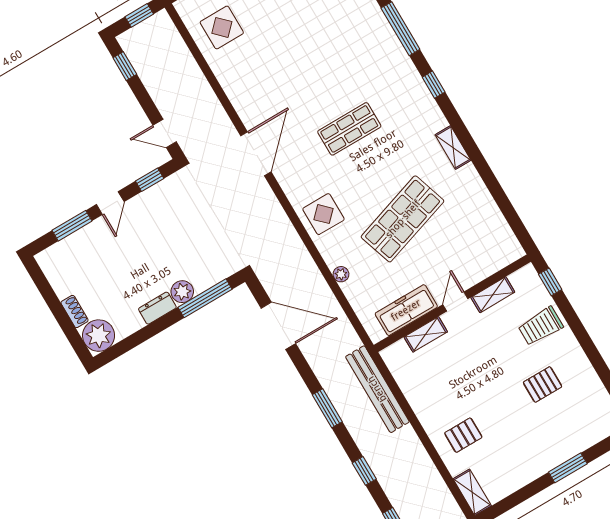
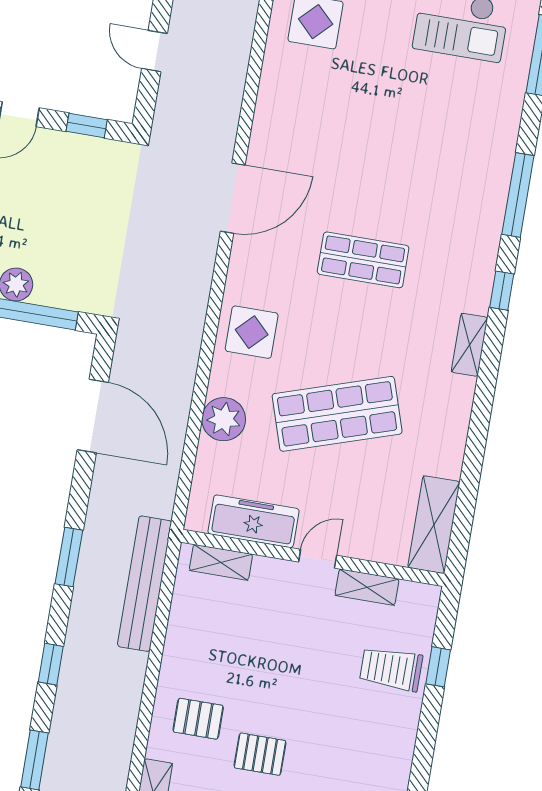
door: (165, 134) -> (154, 51), moved
shelving: (453, 148) -> (469, 345), moved
shelving: (500, 234) -> (434, 525), added
plant: (341, 274) -> (224, 419), width x1.87, depth x1.87
window: (550, 282) -> (438, 667), moved
shelving: (426, 334) -> (221, 562), moved
pallet: (542, 384) -> (260, 754), moved

